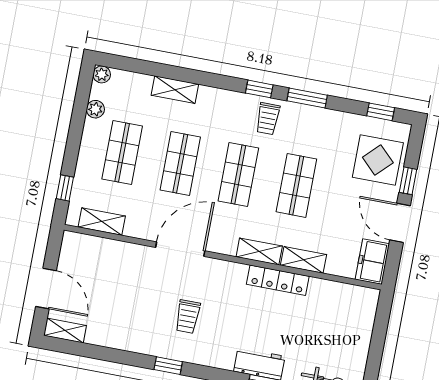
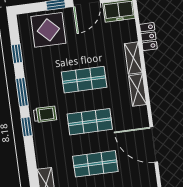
window: (381, 112) -> (17, 54), moved
locker: (278, 280) -> (148, 37), moved, width x0.66

